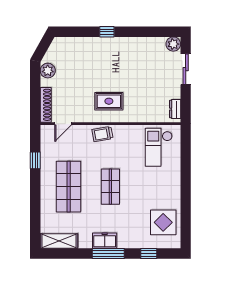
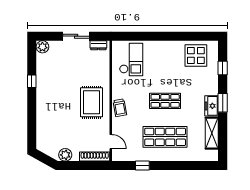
window: (107, 32) -> (32, 81), moved
sliding door: (186, 69) -> (76, 36), moved
rug: (109, 101) -> (92, 102), width x1.36, depth x1.43
checkout: (159, 147) -> (131, 59), turned -90
shelving: (59, 241) -> (212, 133), moved
window: (108, 254) -> (223, 103), width x0.69

